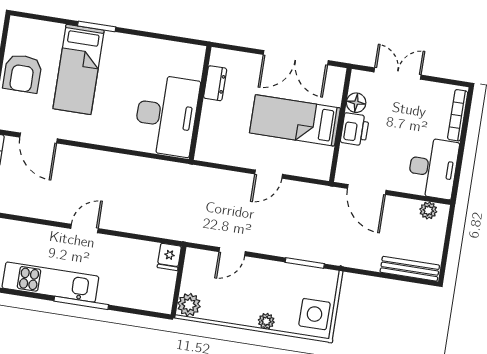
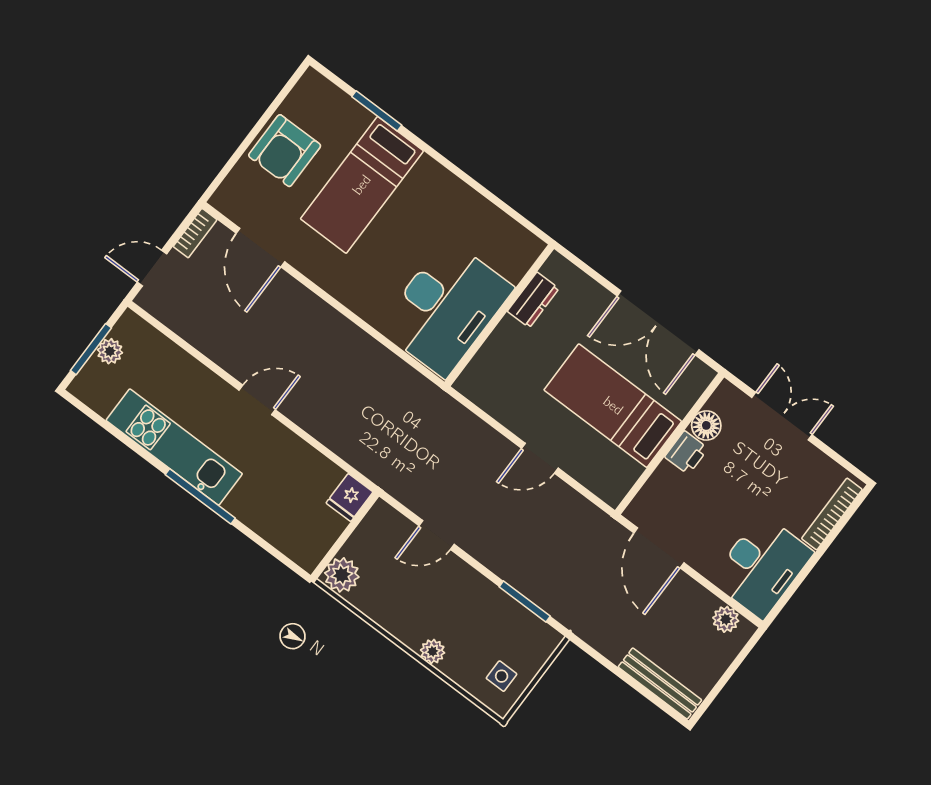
window: (97, 26) -> (377, 111), moved
printer: (355, 129) -> (686, 453), width x0.73, depth x0.81
side table: (315, 314) -> (502, 676), width x0.54, depth x0.54

